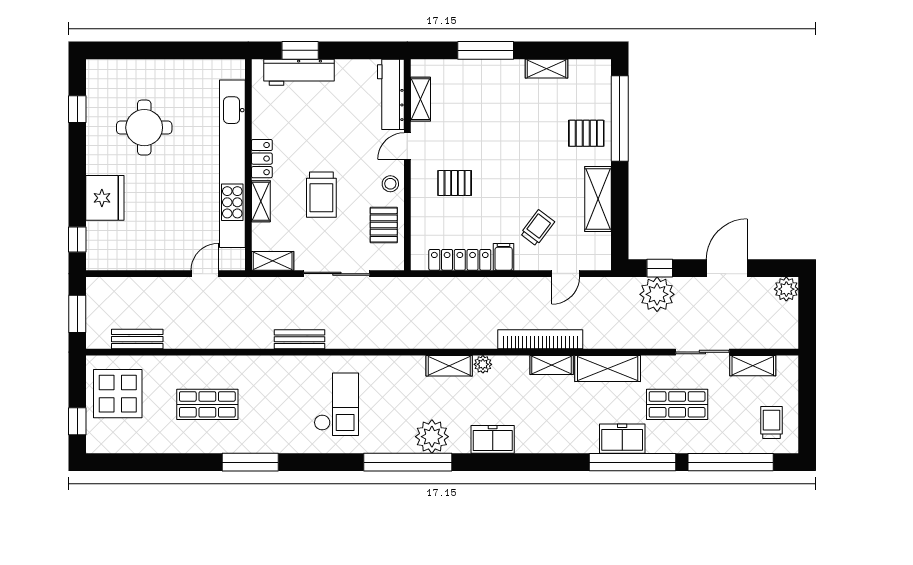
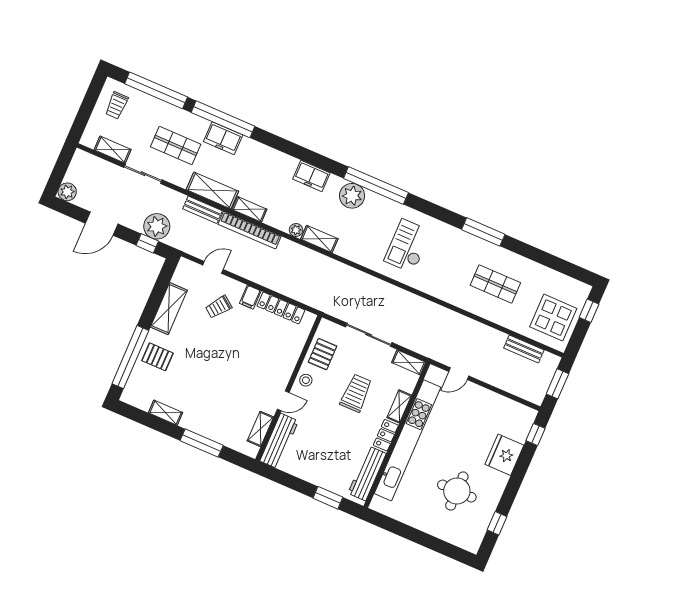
workbench: (299, 72) -> (367, 473), moved, turned -90
pallet: (455, 183) -> (262, 362), removed
bench: (300, 339) -> (202, 210), moved

